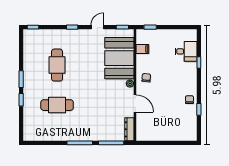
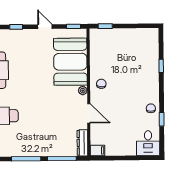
door: (97, 27) -> (45, 27), hinge flipped
filing cabinet: (142, 49) -> (98, 151), moved
desk: (186, 51) -> (148, 143), moved, turned 90

